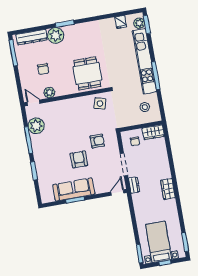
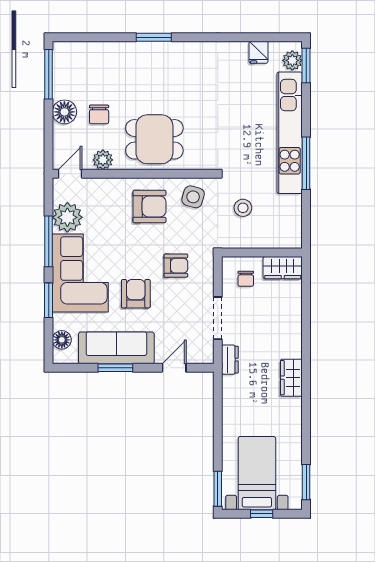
plant: (56, 35) -> (133, 56), removed
dresser: (32, 37) -> (88, 51), removed
floor lamp: (25, 71) -> (64, 112), added
dining table: (87, 73) -> (154, 139), moved, turned 90
door: (34, 103) -> (70, 174), hinge flipped
stool: (145, 107) -> (243, 208), moved
armchair: (78, 113) -> (149, 206), added
corner sofa: (48, 154) -> (80, 273), added
floor lamp: (45, 190) -> (62, 340), added
door: (117, 192) -> (174, 368), moved

